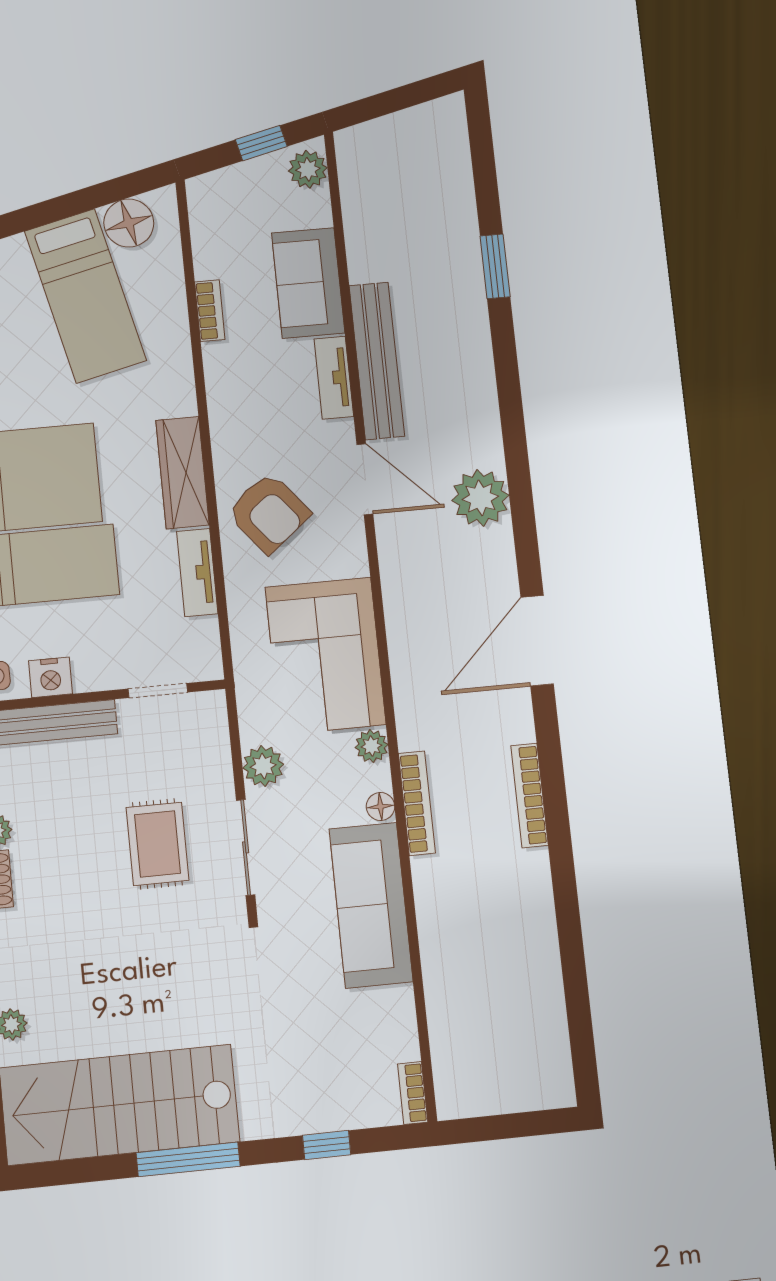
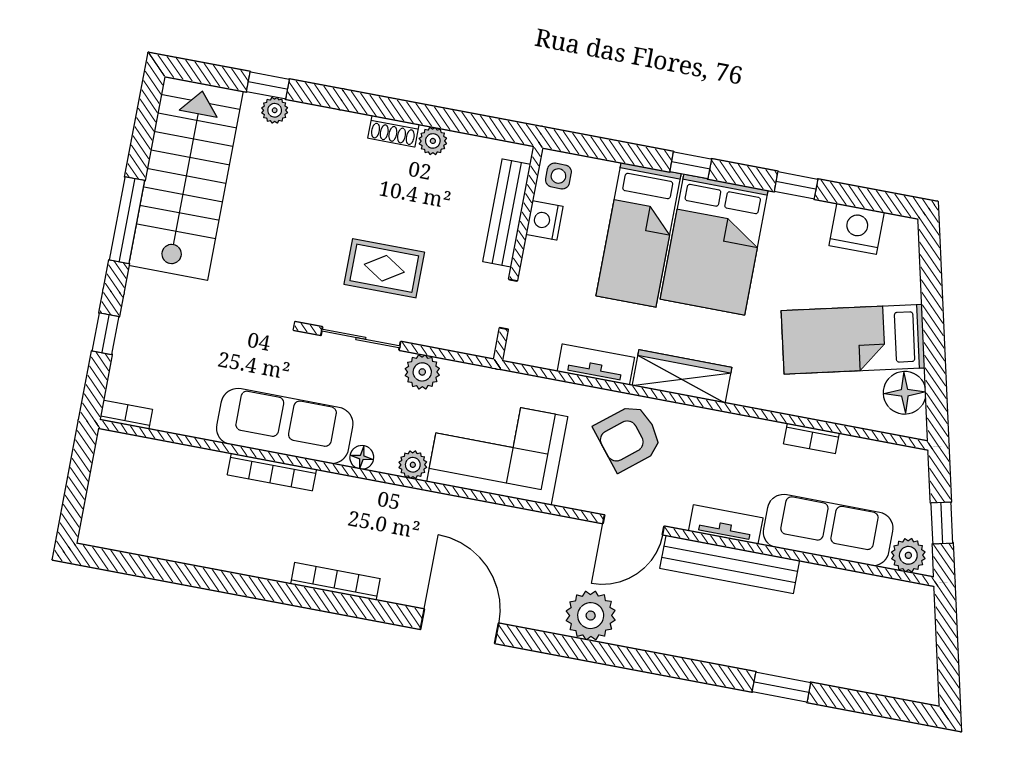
sofa: (308, 283) -> (828, 530), width x1.36
bookcase: (417, 803) -> (272, 472), moved

